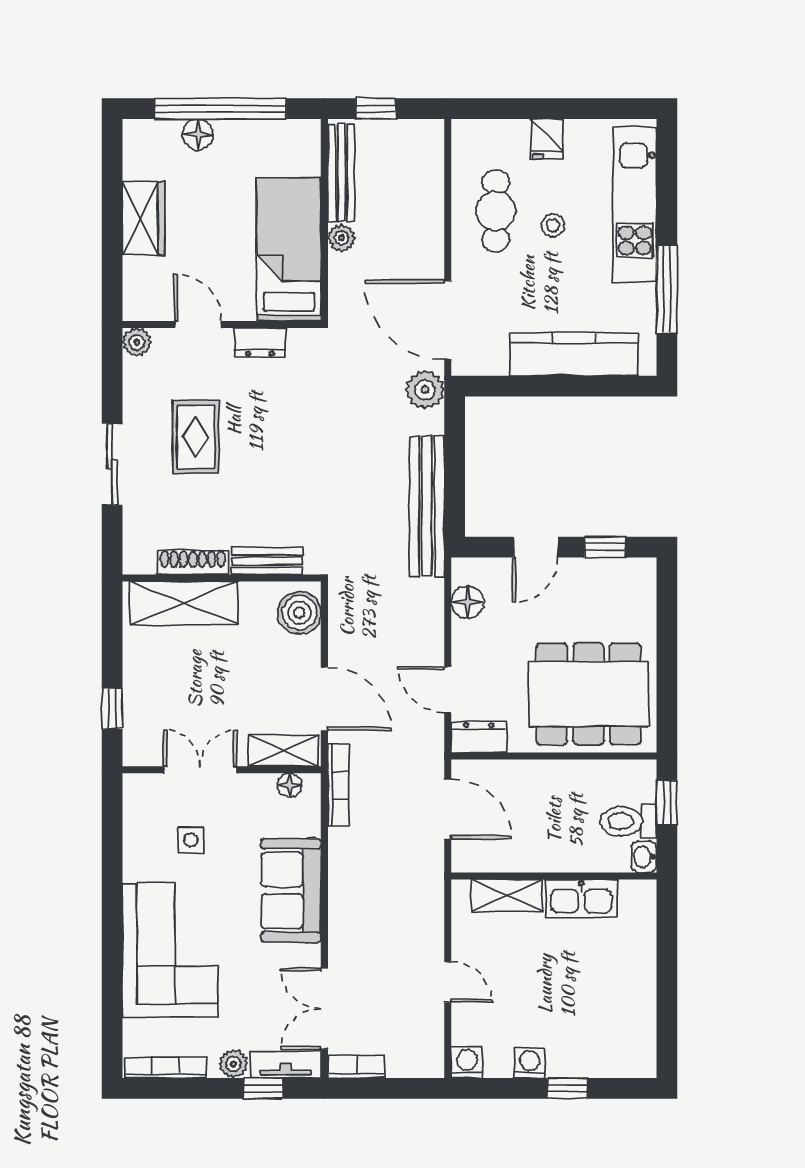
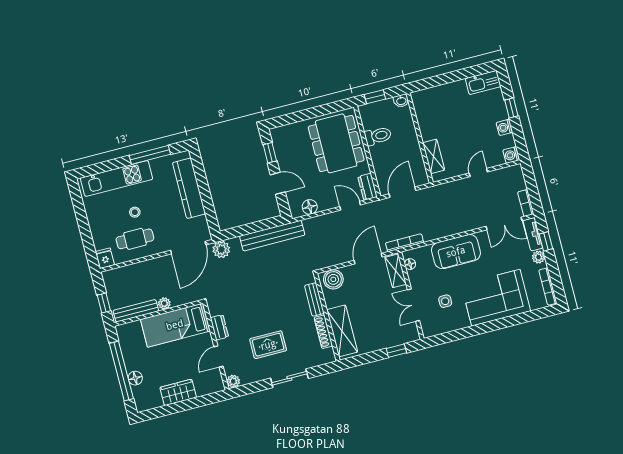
fridge: (547, 139) -> (105, 258), moved, turned -90
door: (448, 690) -> (350, 206), swing flipped
toilet: (629, 821) -> (378, 136), moved, turned -90
kitchen sink: (581, 898) -> (483, 82), moved, turned 90

